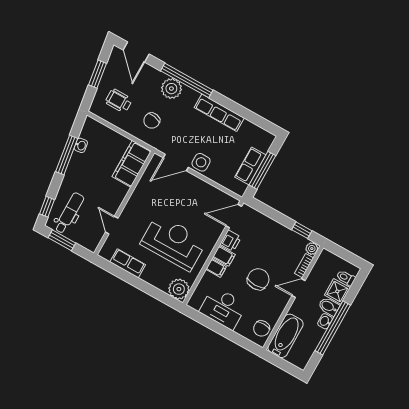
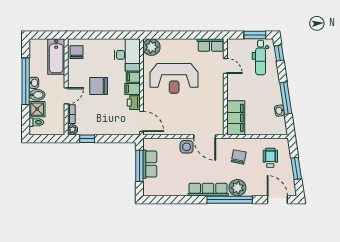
wheelchair: (119, 101) -> (270, 158), turned -90
row of seats: (219, 113) -> (208, 190), moved
door: (176, 162) -> (205, 137), swing flipped
door: (234, 216) -> (142, 121), hinge flipped
row of seats: (128, 263) -> (211, 45), moved
chair: (258, 279) -> (99, 86), turned 90
desk: (223, 308) -> (127, 55), moved, turned 90

